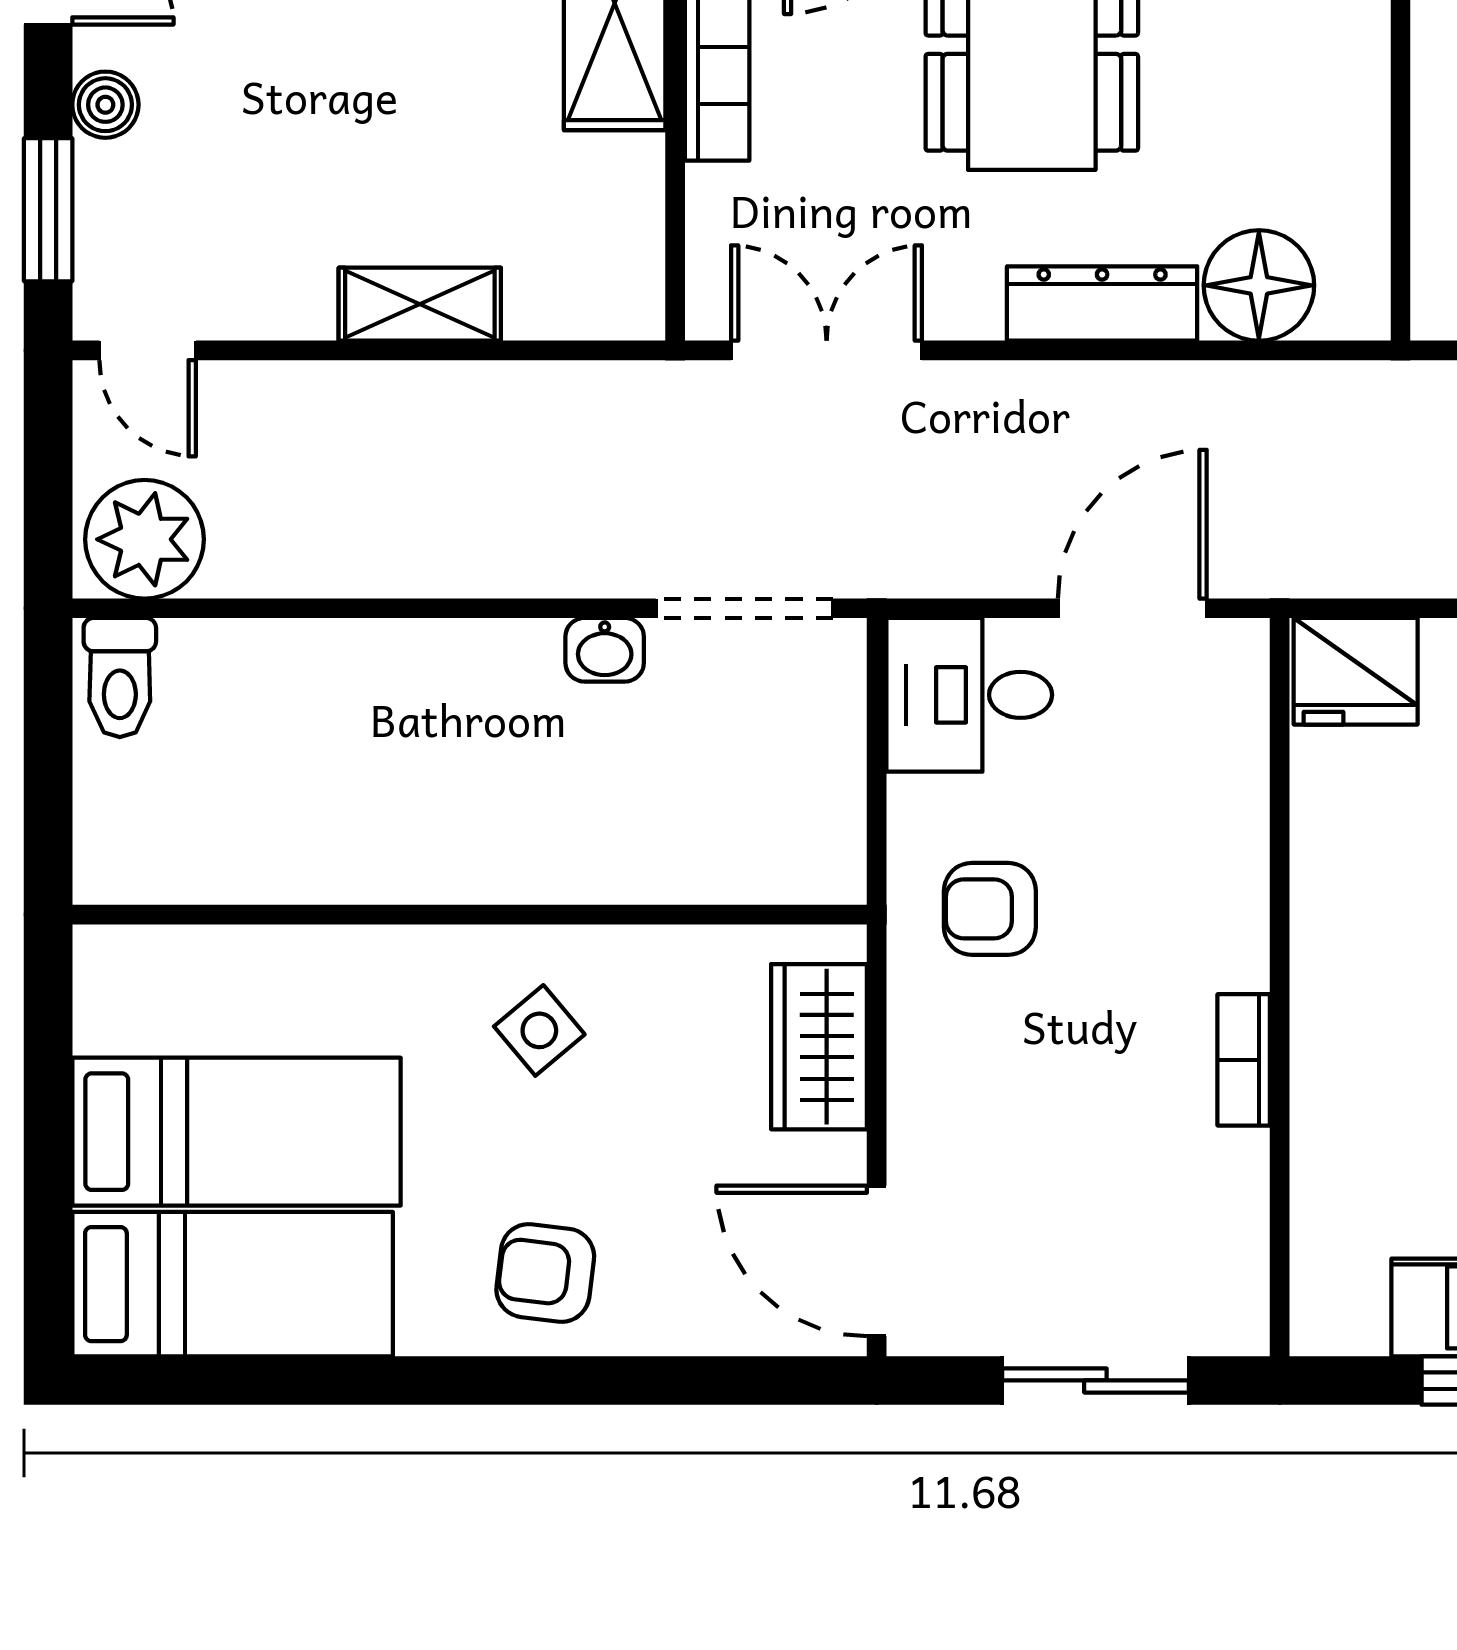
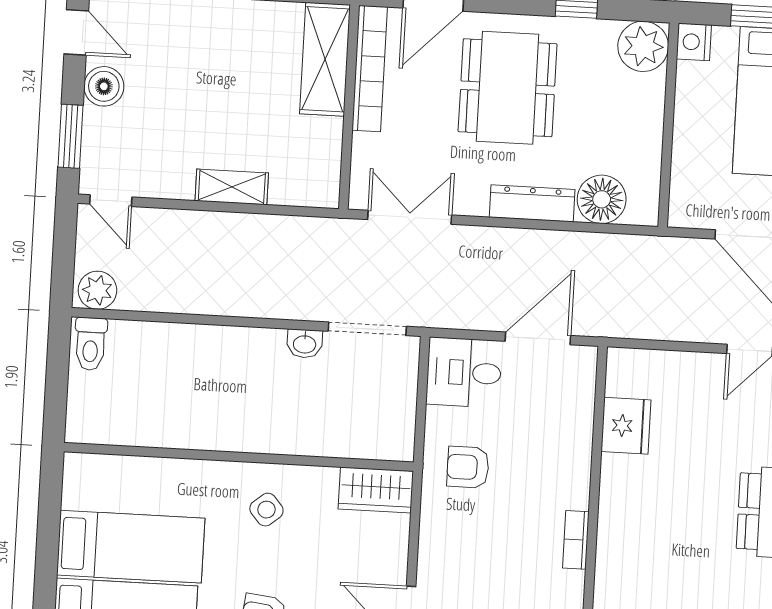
boiler: (105, 105) -> (104, 86), width x1.36, depth x1.36
plant: (145, 539) -> (97, 290), width x0.73, depth x0.73
fridge: (1356, 671) -> (626, 426), moved, turned -90
wardrobe: (819, 1047) -> (376, 490), moved, turned -90

